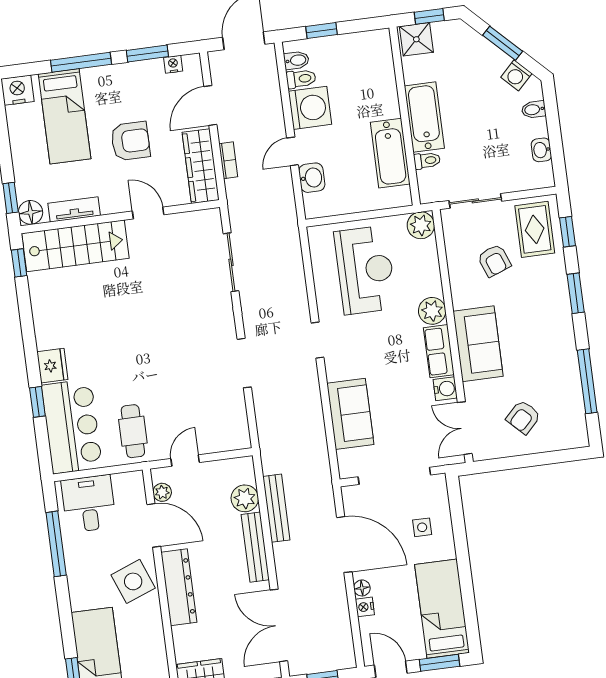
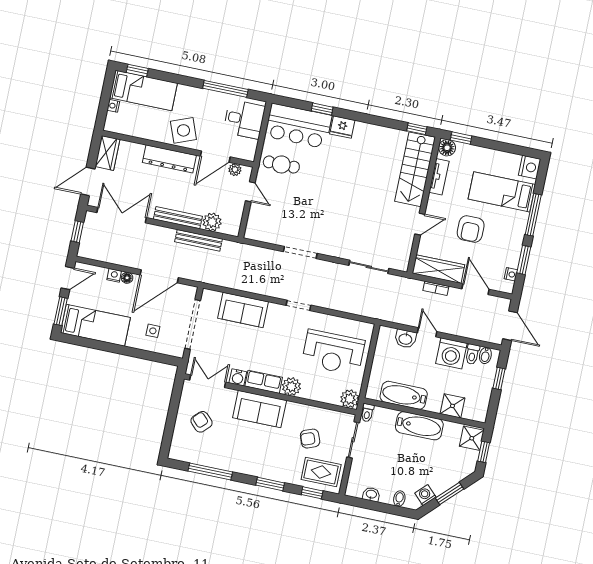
shower: (381, 81) -> (452, 406), added
toilet: (427, 161) -> (367, 413), moved

